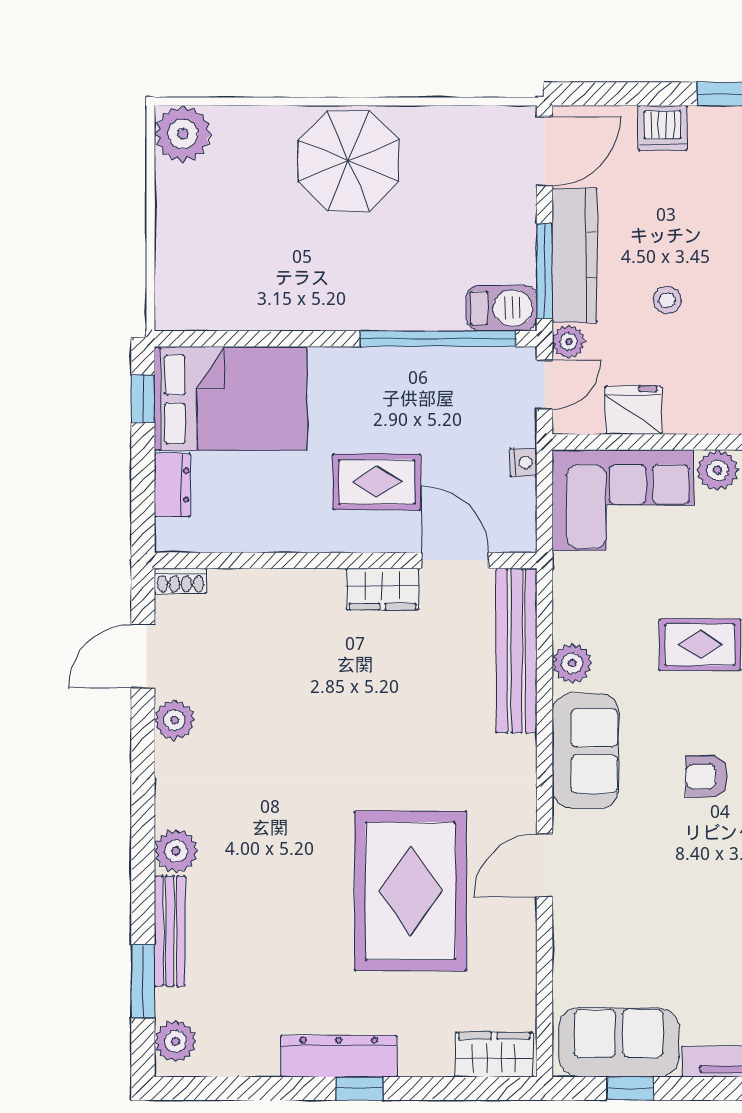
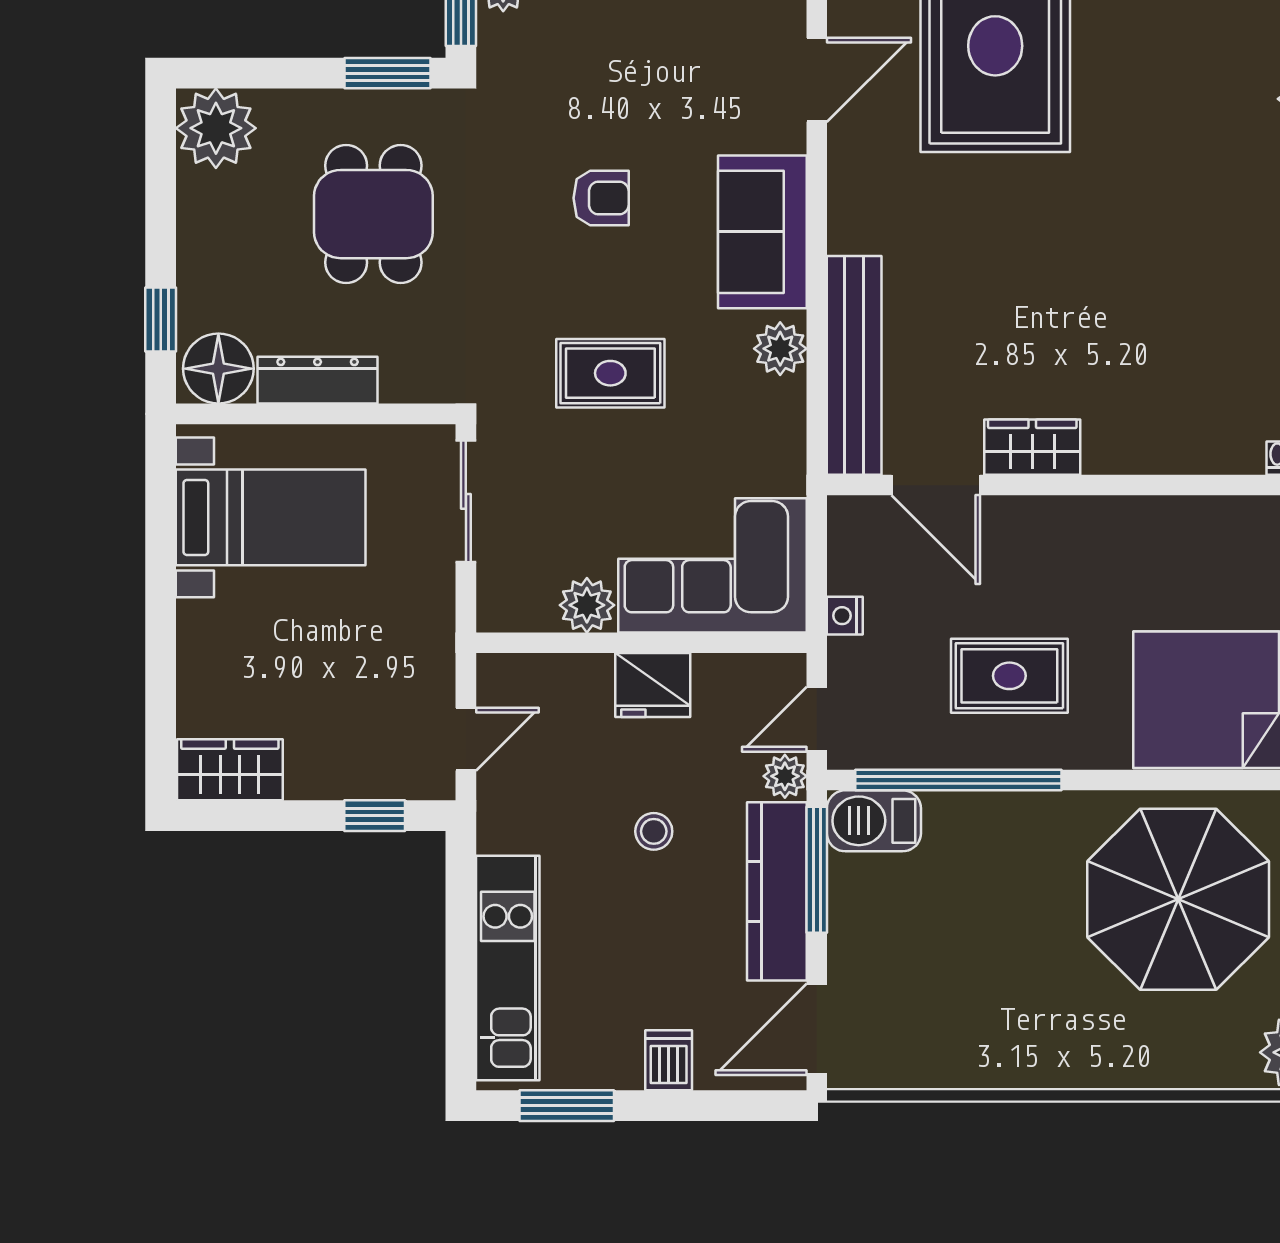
dishwasher: (663, 128) -> (669, 1060), width x0.73
parasol: (348, 161) -> (1178, 899), moved, width x1.36, depth x1.36
fridge: (633, 410) -> (653, 685), moved
rug: (377, 482) -> (1009, 676), moved

